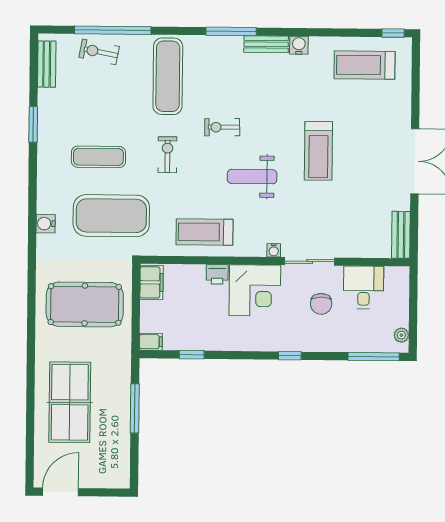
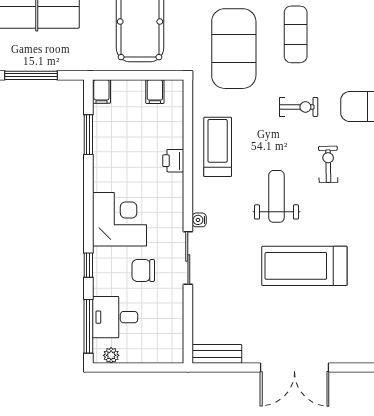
treadmill: (318, 151) -> (304, 266), width x1.37, depth x1.38
filing cabinet: (151, 282) -> (155, 92), width x0.50
desk: (364, 287) -> (115, 317), moved, turned 180
corner desk: (255, 290) -> (119, 219), moved, turned 180
window: (192, 355) -> (88, 135), width x1.50
window: (290, 356) -> (88, 265), moved

